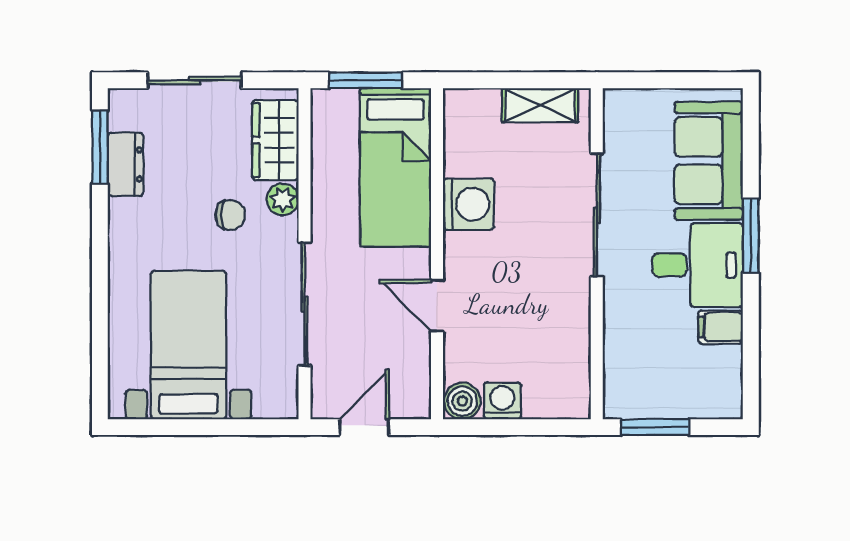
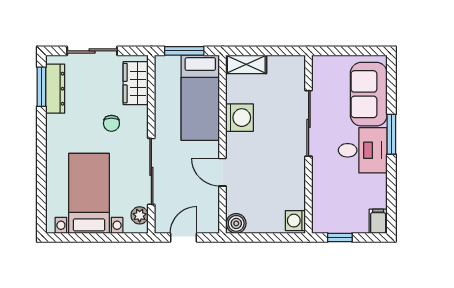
shelving: (540, 105) -> (246, 64), moved
dresser: (126, 164) -> (55, 89), width x1.44
plant: (283, 199) -> (140, 215), moved
chair: (230, 215) -> (111, 123), turned 90
filing cabinet: (721, 327) -> (378, 221), moved, turned 90
washing machine: (502, 401) -> (295, 221), moved, turned -90
window: (655, 427) -> (340, 237), width x0.67

